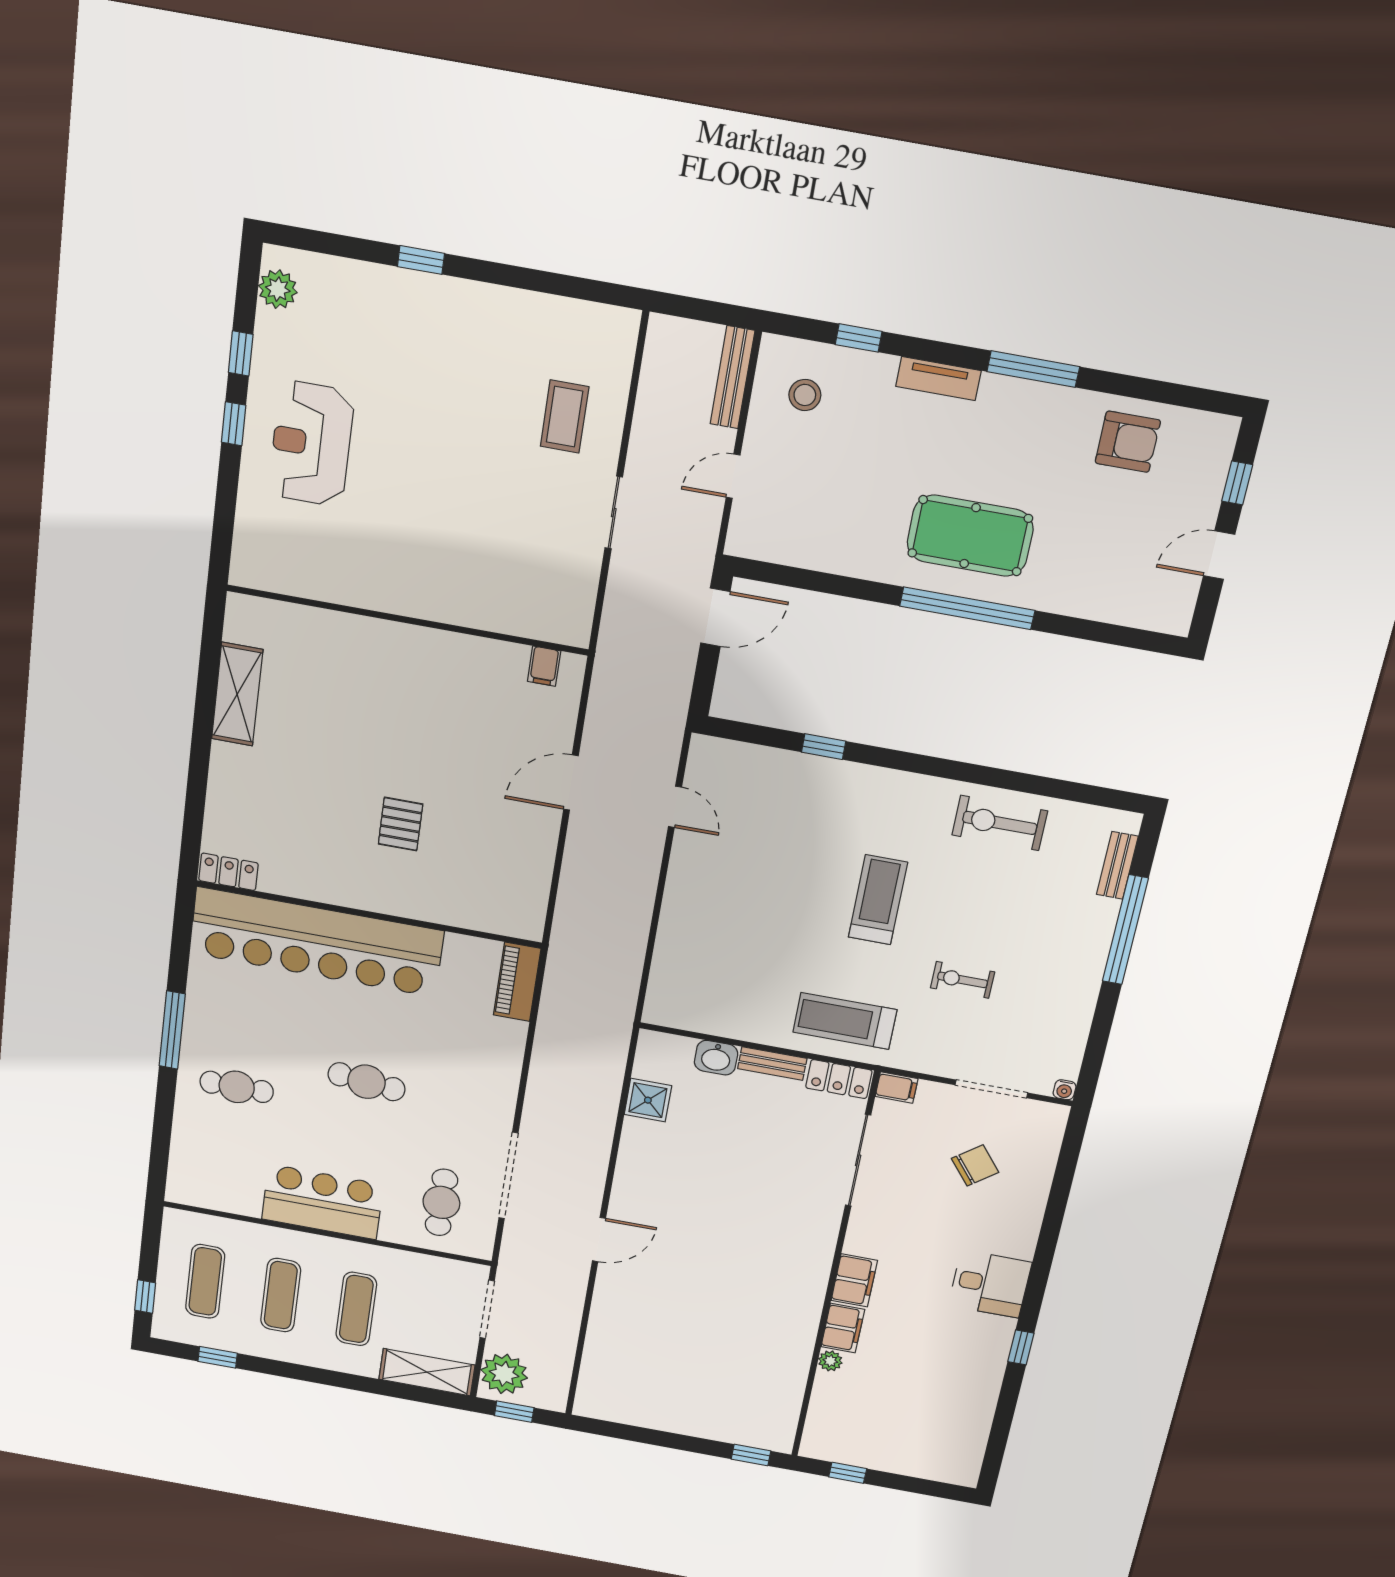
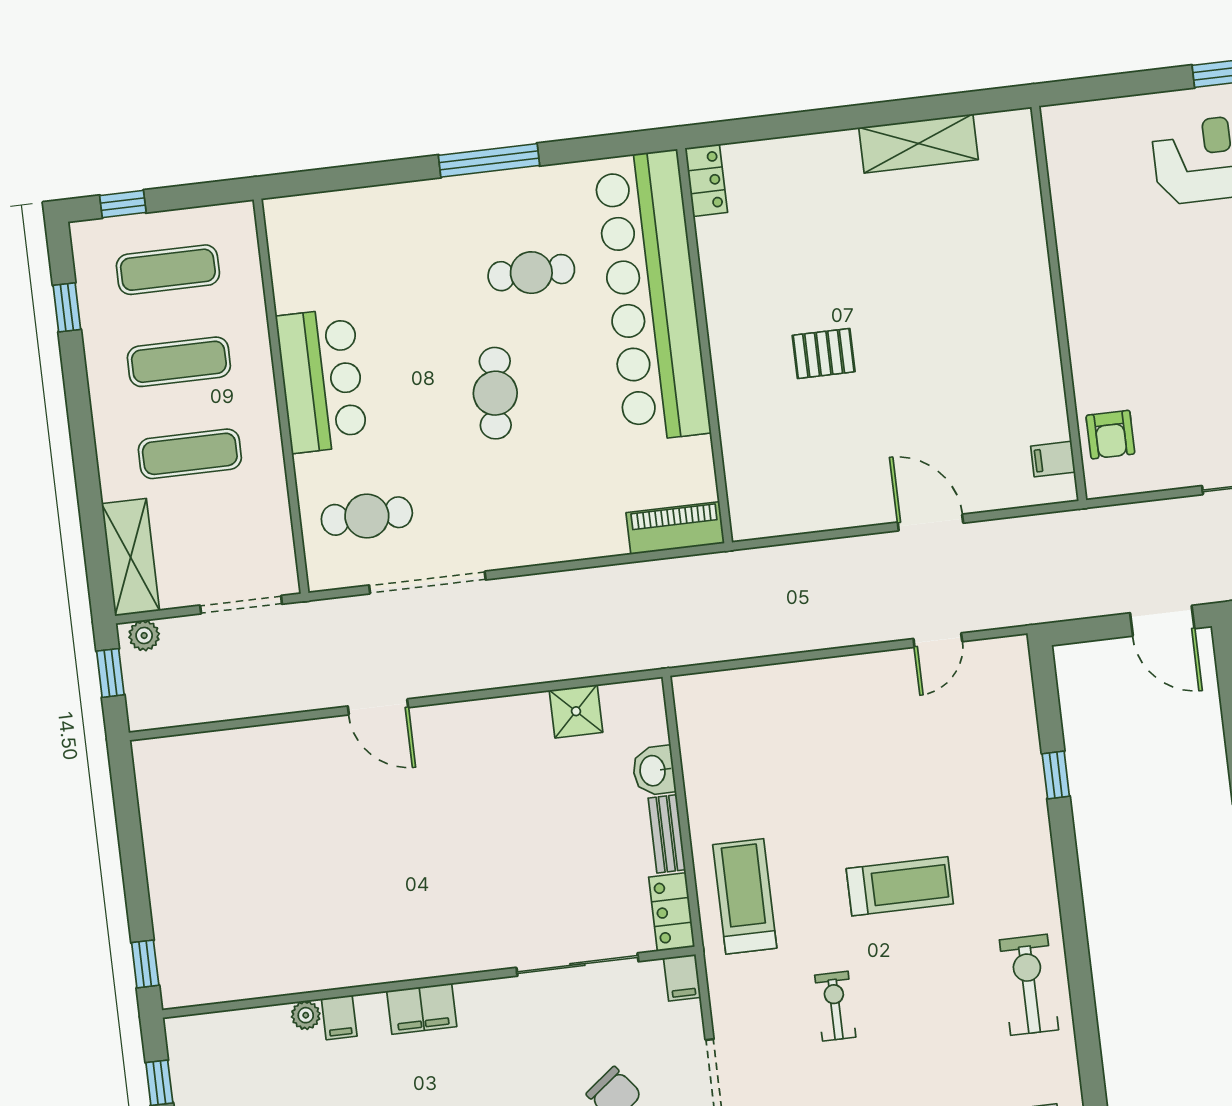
armchair: (536, 612) -> (1110, 435), added
cafe table: (237, 1087) -> (531, 273), moved, turned 90
filing cabinet: (843, 1328) -> (339, 1017), width x0.50
plant: (504, 1374) -> (144, 636), width x0.53, depth x0.53

